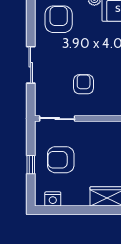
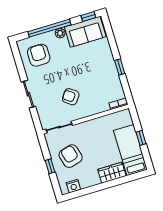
armchair: (84, 84) -> (71, 97), turned -54
armchair: (61, 160) -> (71, 156), turned 75

